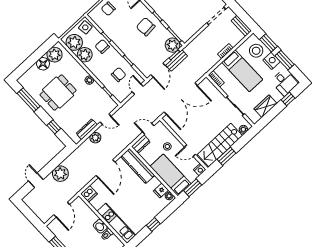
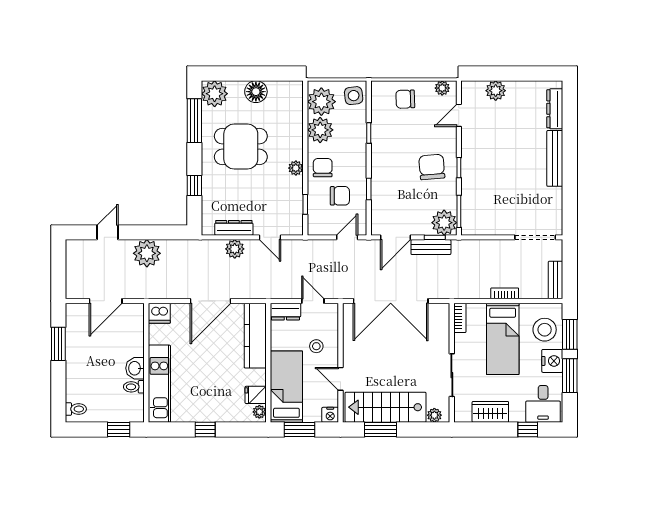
chair: (102, 46) -> (323, 168), moved
plant: (54, 55) -> (215, 94), moved

